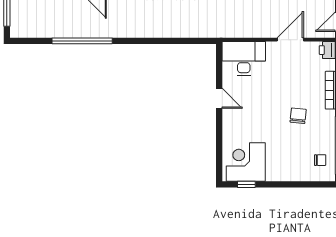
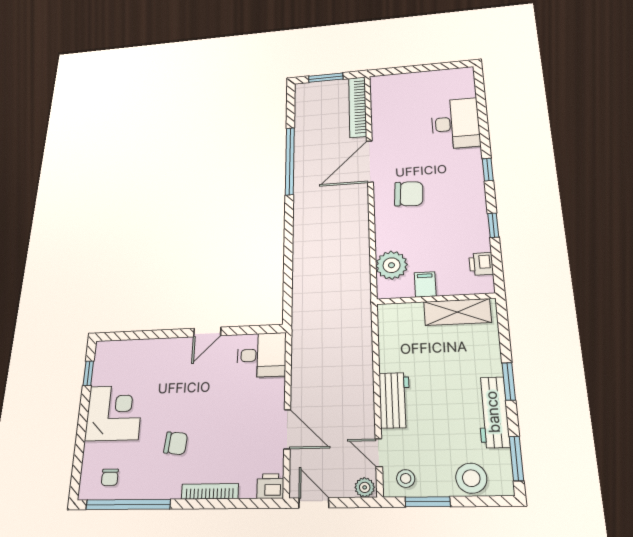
desk: (244, 58) -> (262, 355), width x0.73
corner desk: (246, 162) -> (114, 413), moved

